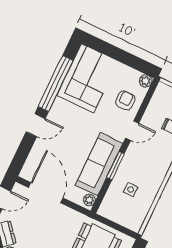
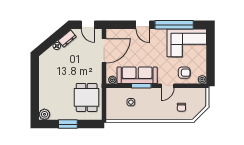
door: (132, 131) -> (168, 86), hinge flipped

